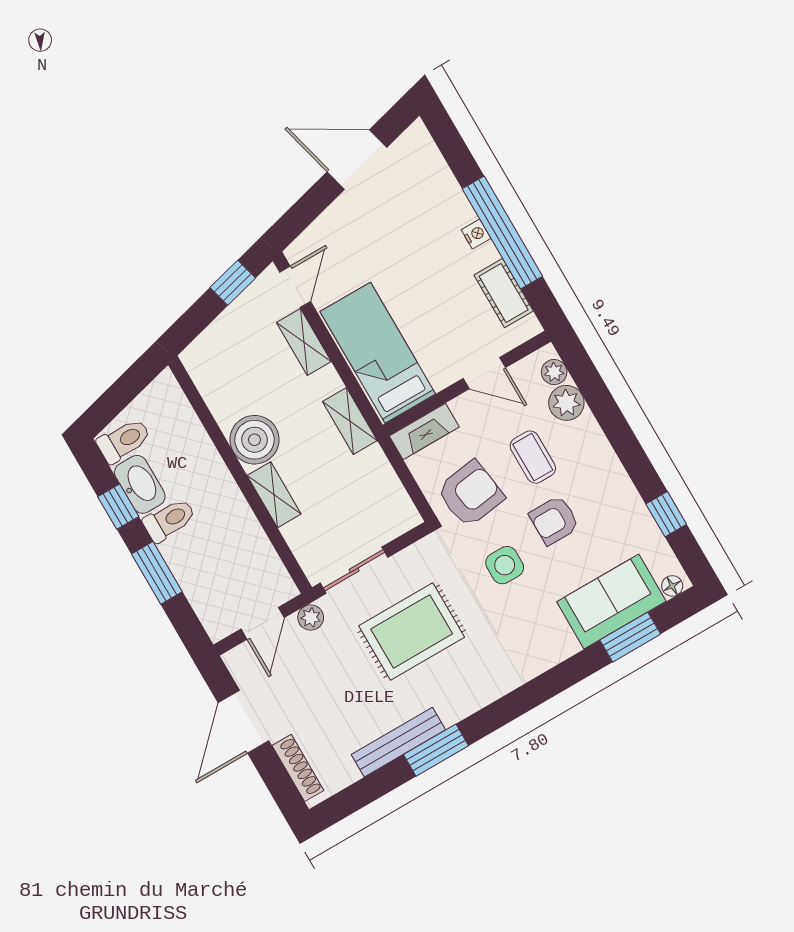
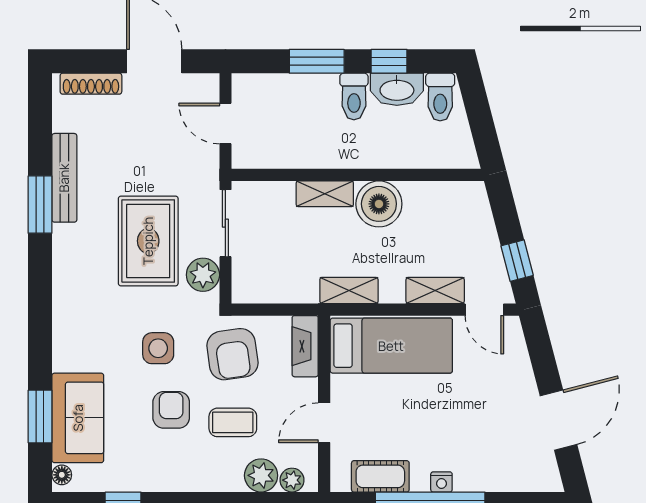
plant: (311, 617) -> (203, 275), moved, width x1.38, depth x1.38

